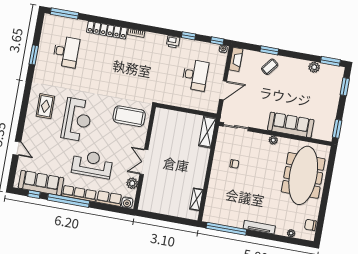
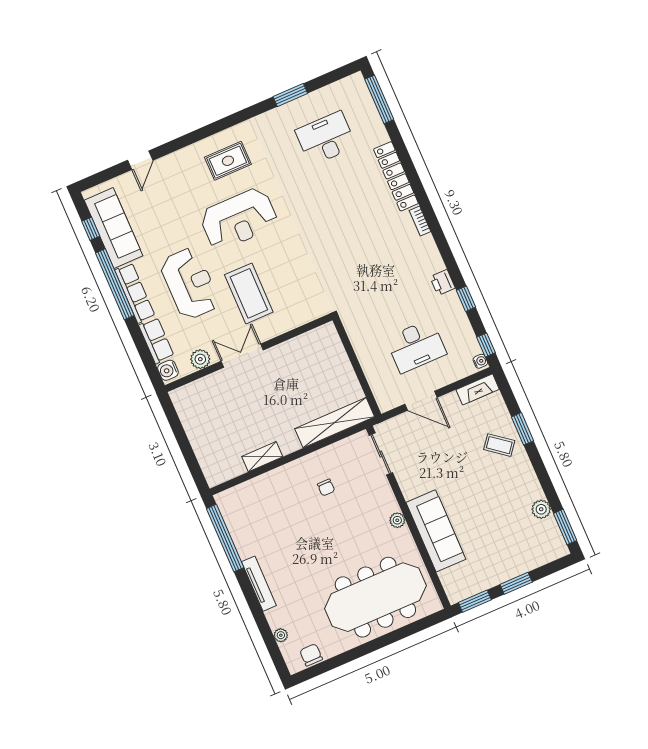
desk: (66, 52) -> (326, 138), turned 180
window: (345, 87) -> (516, 583), moved
coffee table: (129, 116) -> (249, 293), moved
shelving: (207, 132) -> (335, 423), width x1.47
shelving: (196, 199) -> (262, 457), moved

